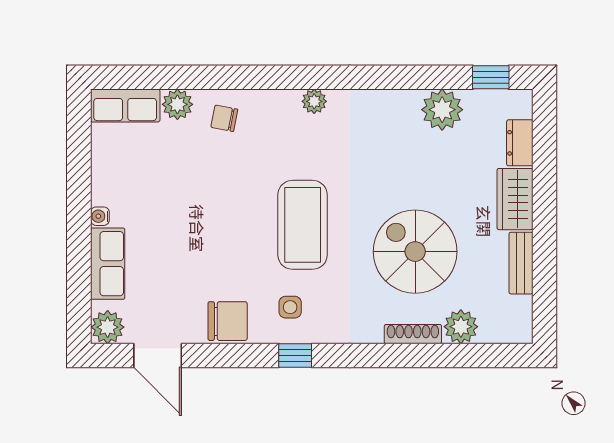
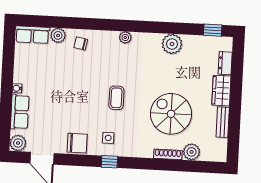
plant: (442, 110) -> (172, 44), moved
coffee table: (303, 225) -> (116, 98), width x0.54, depth x0.58

